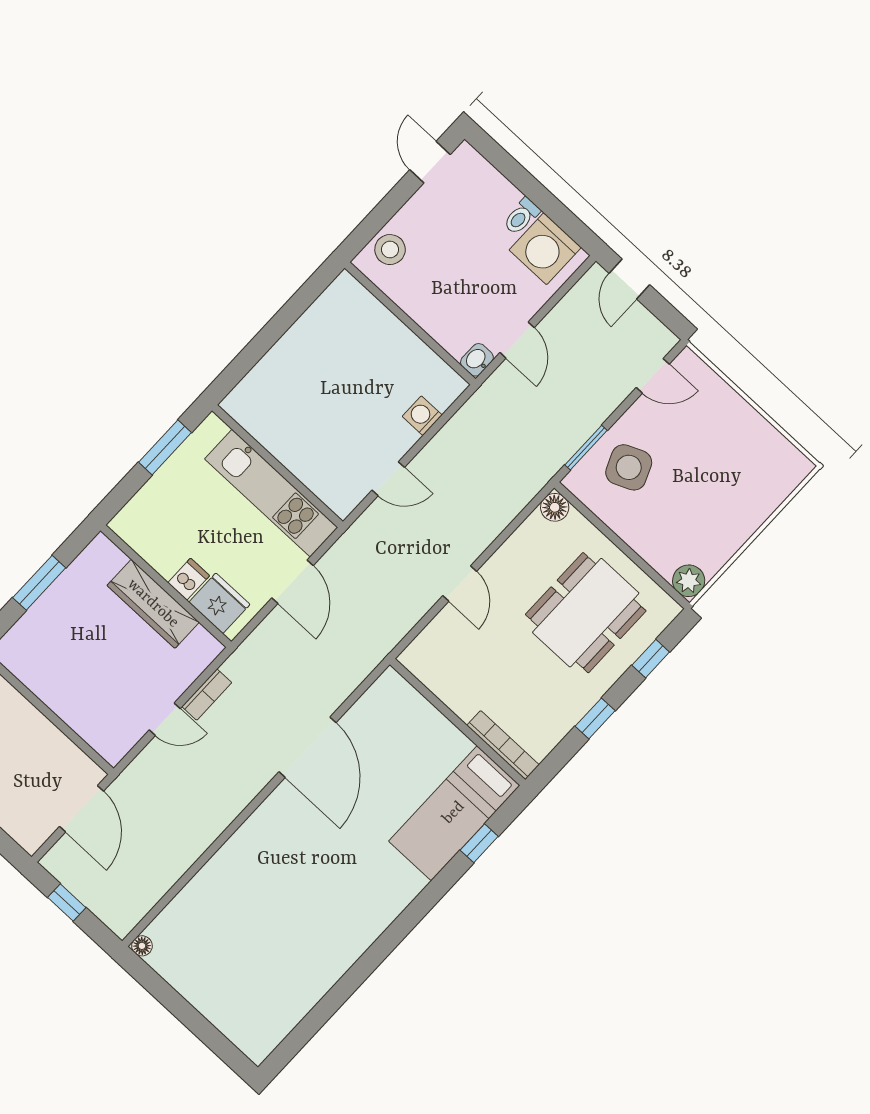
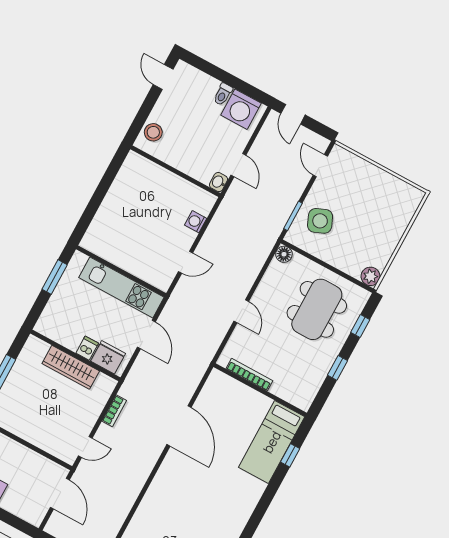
door: (653, 376) -> (320, 166), swing flipped
door: (165, 719) -> (85, 447), moved
bookcase: (503, 745) -> (249, 375), moved

